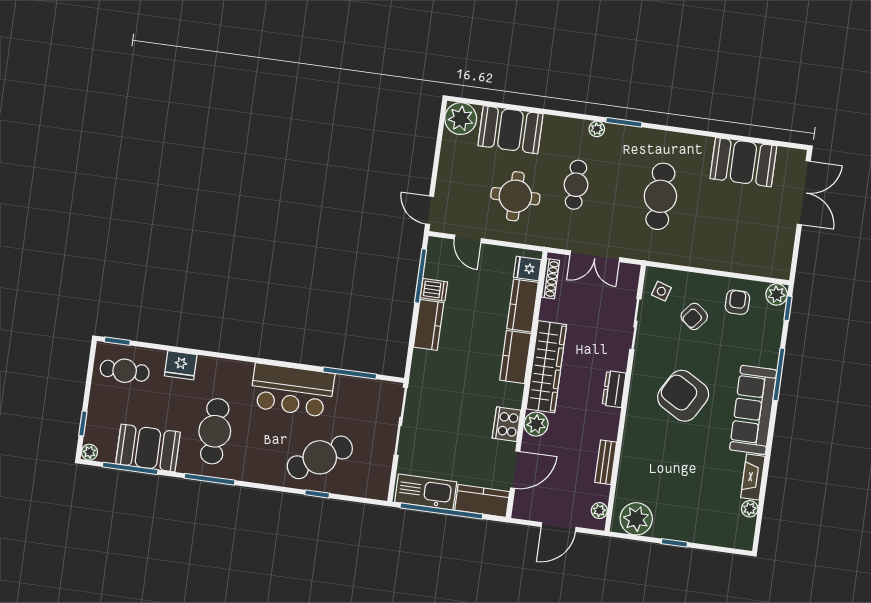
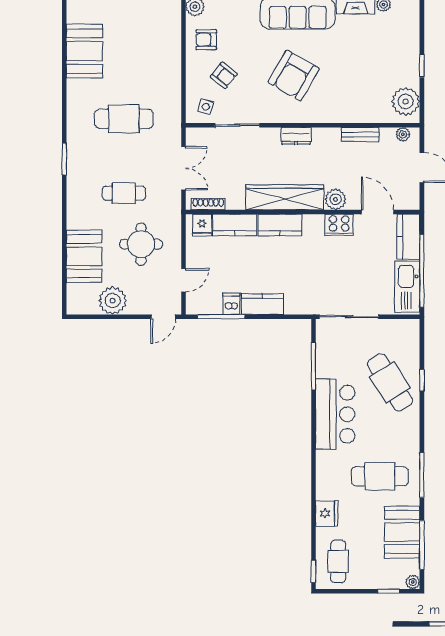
plant: (461, 119) -> (113, 301), moved
plant: (597, 129) -> (73, 182), removed

